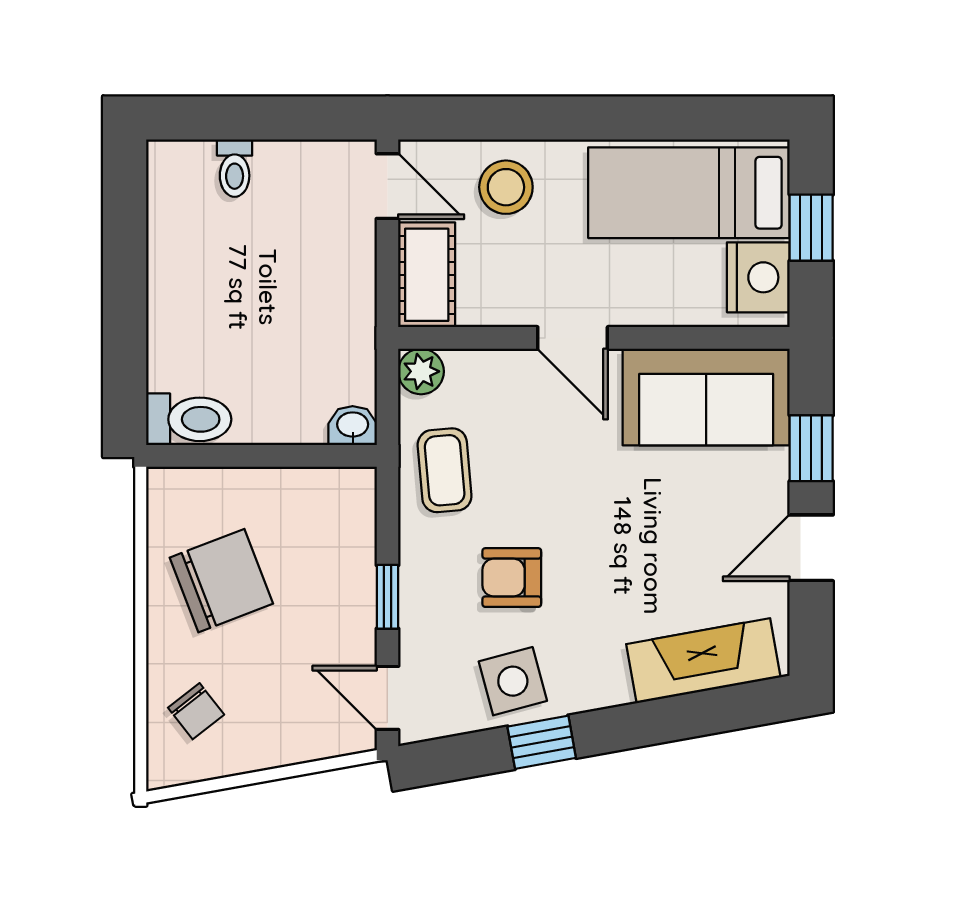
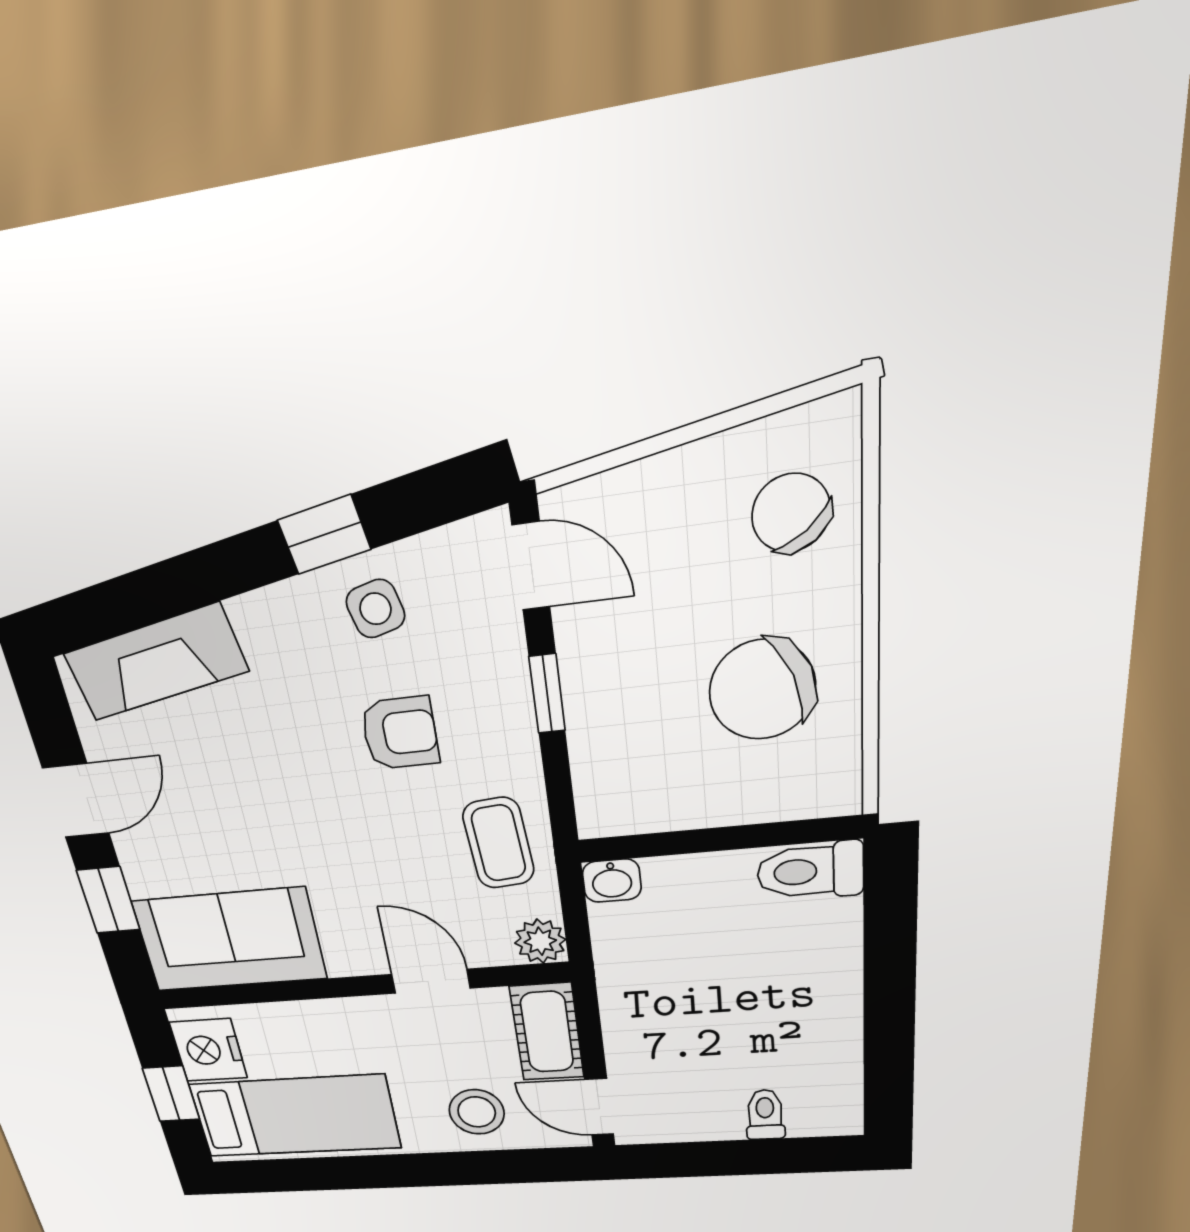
door: (573, 338) -> (431, 981), moved
side table: (513, 681) -> (375, 609), width x0.73, depth x0.73
chair: (196, 711) -> (791, 513), width x1.37, depth x1.37

